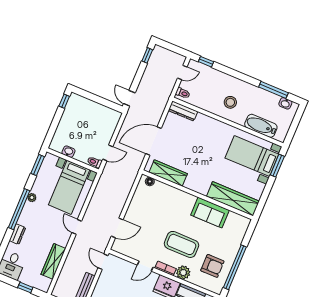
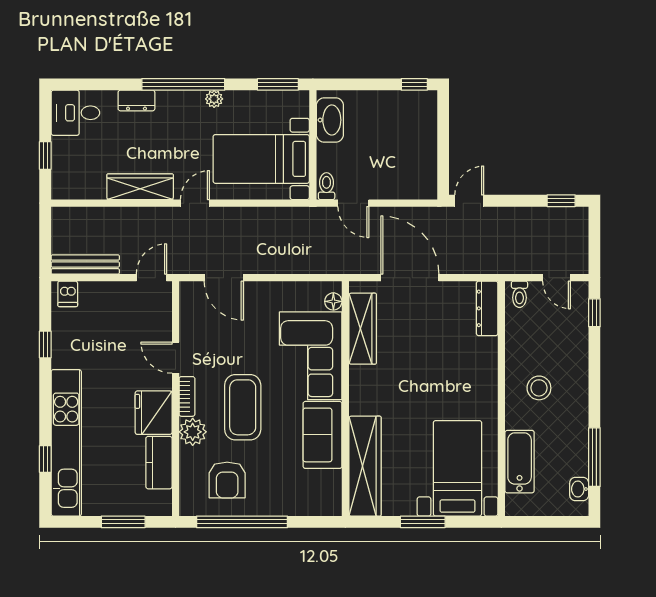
washbasin: (68, 152) -> (330, 120), width x1.91, depth x1.45
window: (277, 166) -> (423, 522), moved
corner sofa: (171, 203) -> (311, 356), added
wardrobe: (53, 261) -> (140, 187), moved

